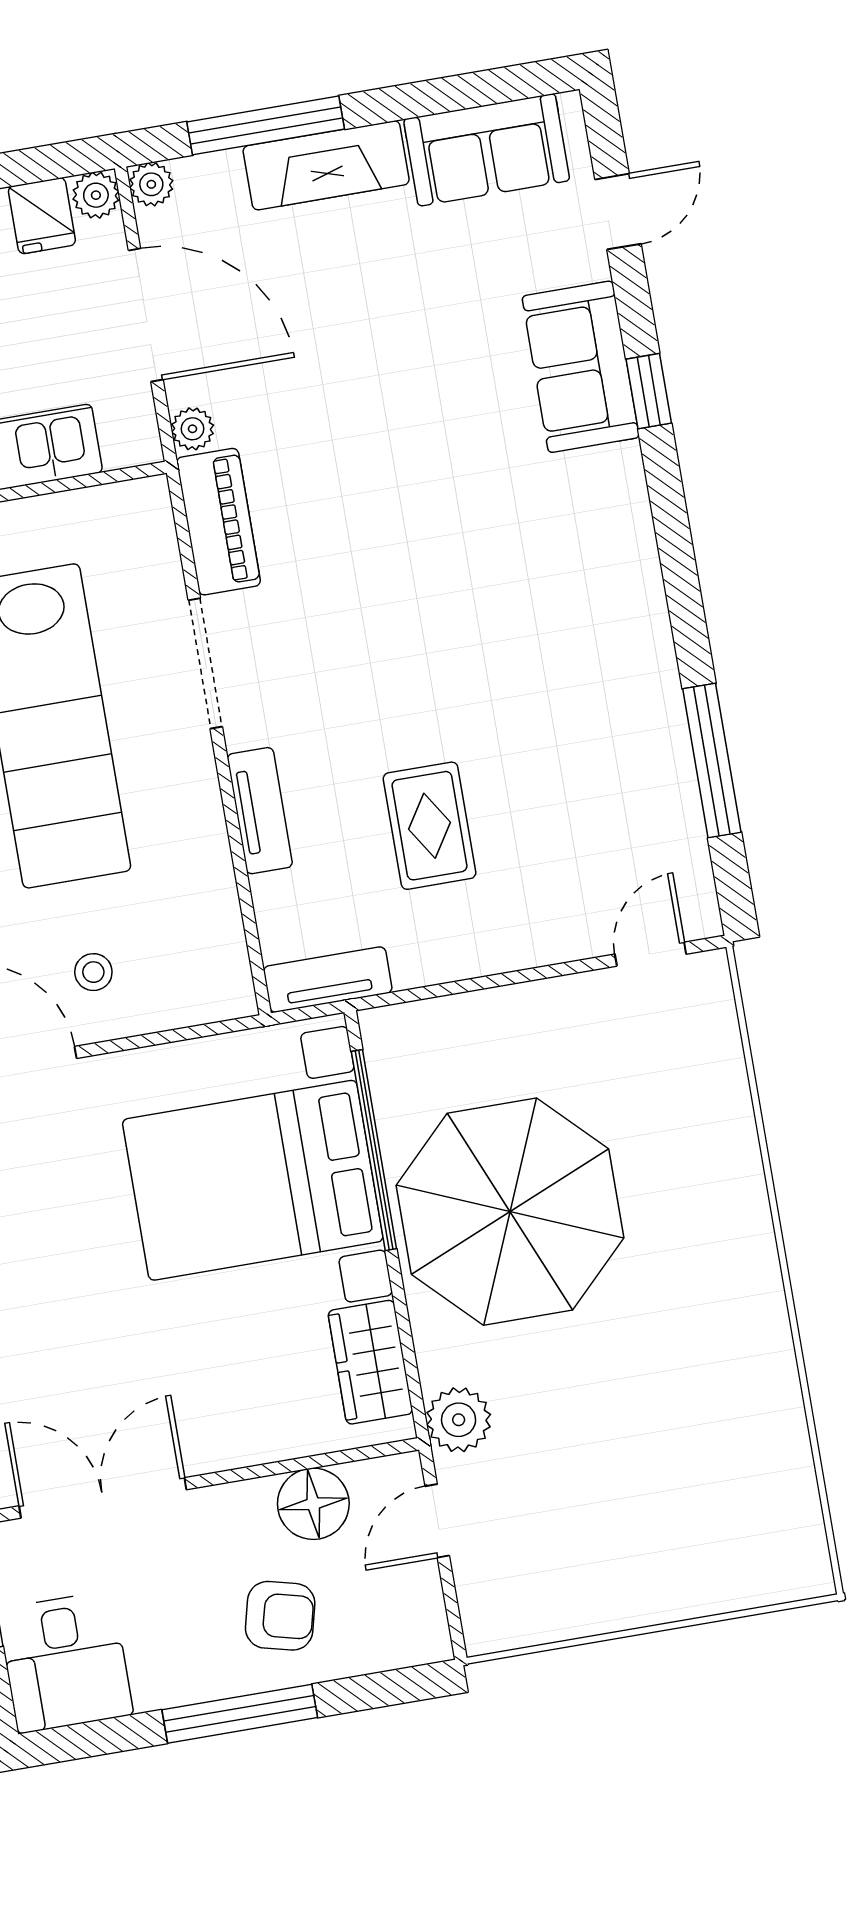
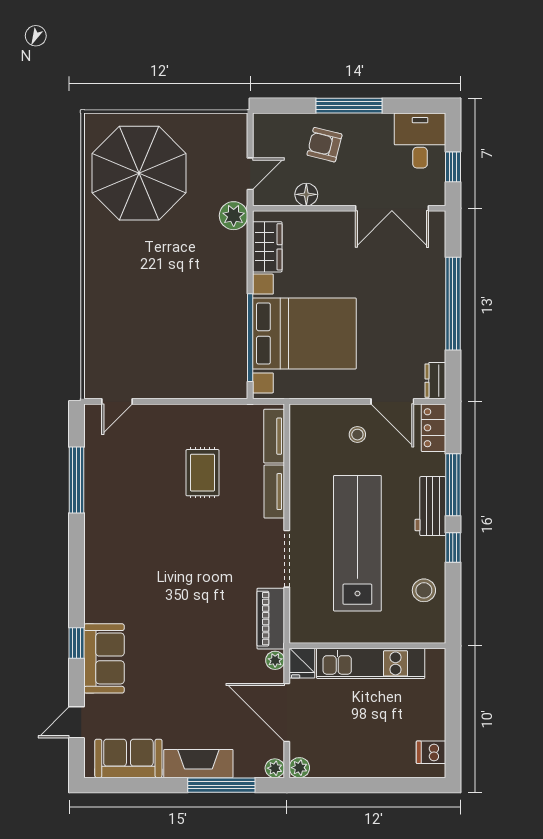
fridge: (42, 216) -> (302, 663), moved, turned 180
tv unit: (328, 980) -> (274, 436), moved, turned 90
parasol: (510, 1212) -> (139, 173), moved
floor lamp: (313, 1504) -> (306, 194), width x0.73, depth x0.73

